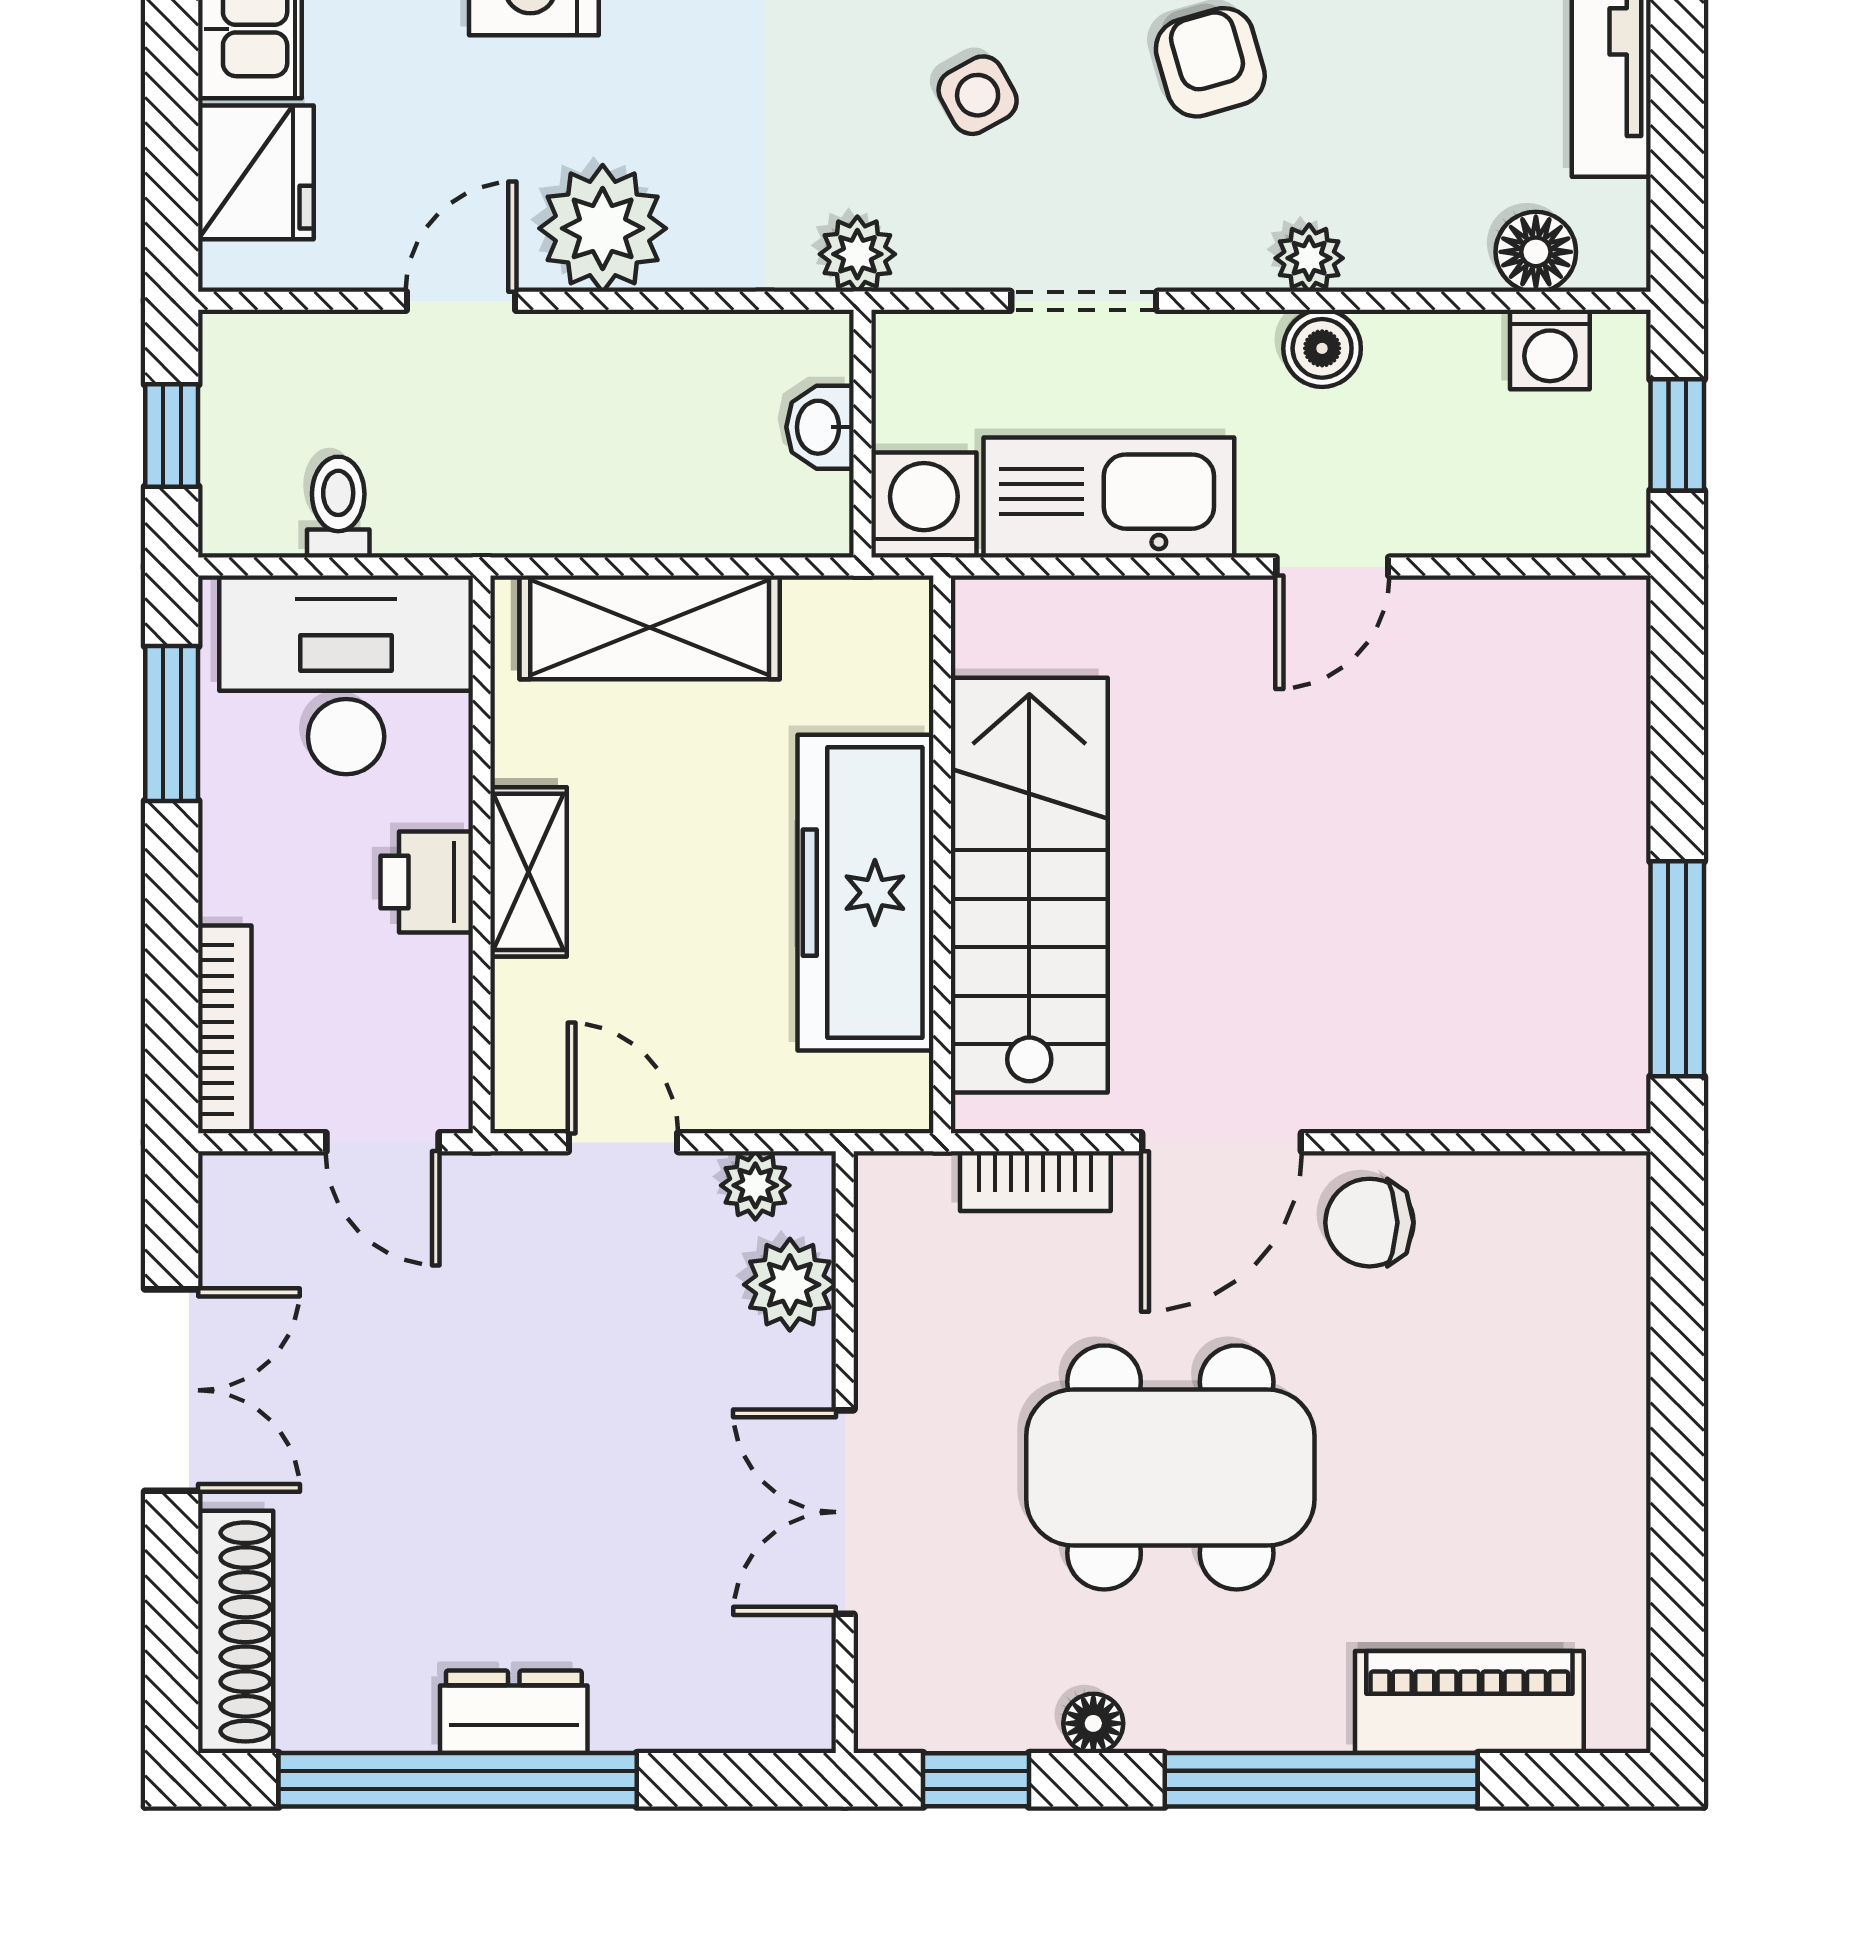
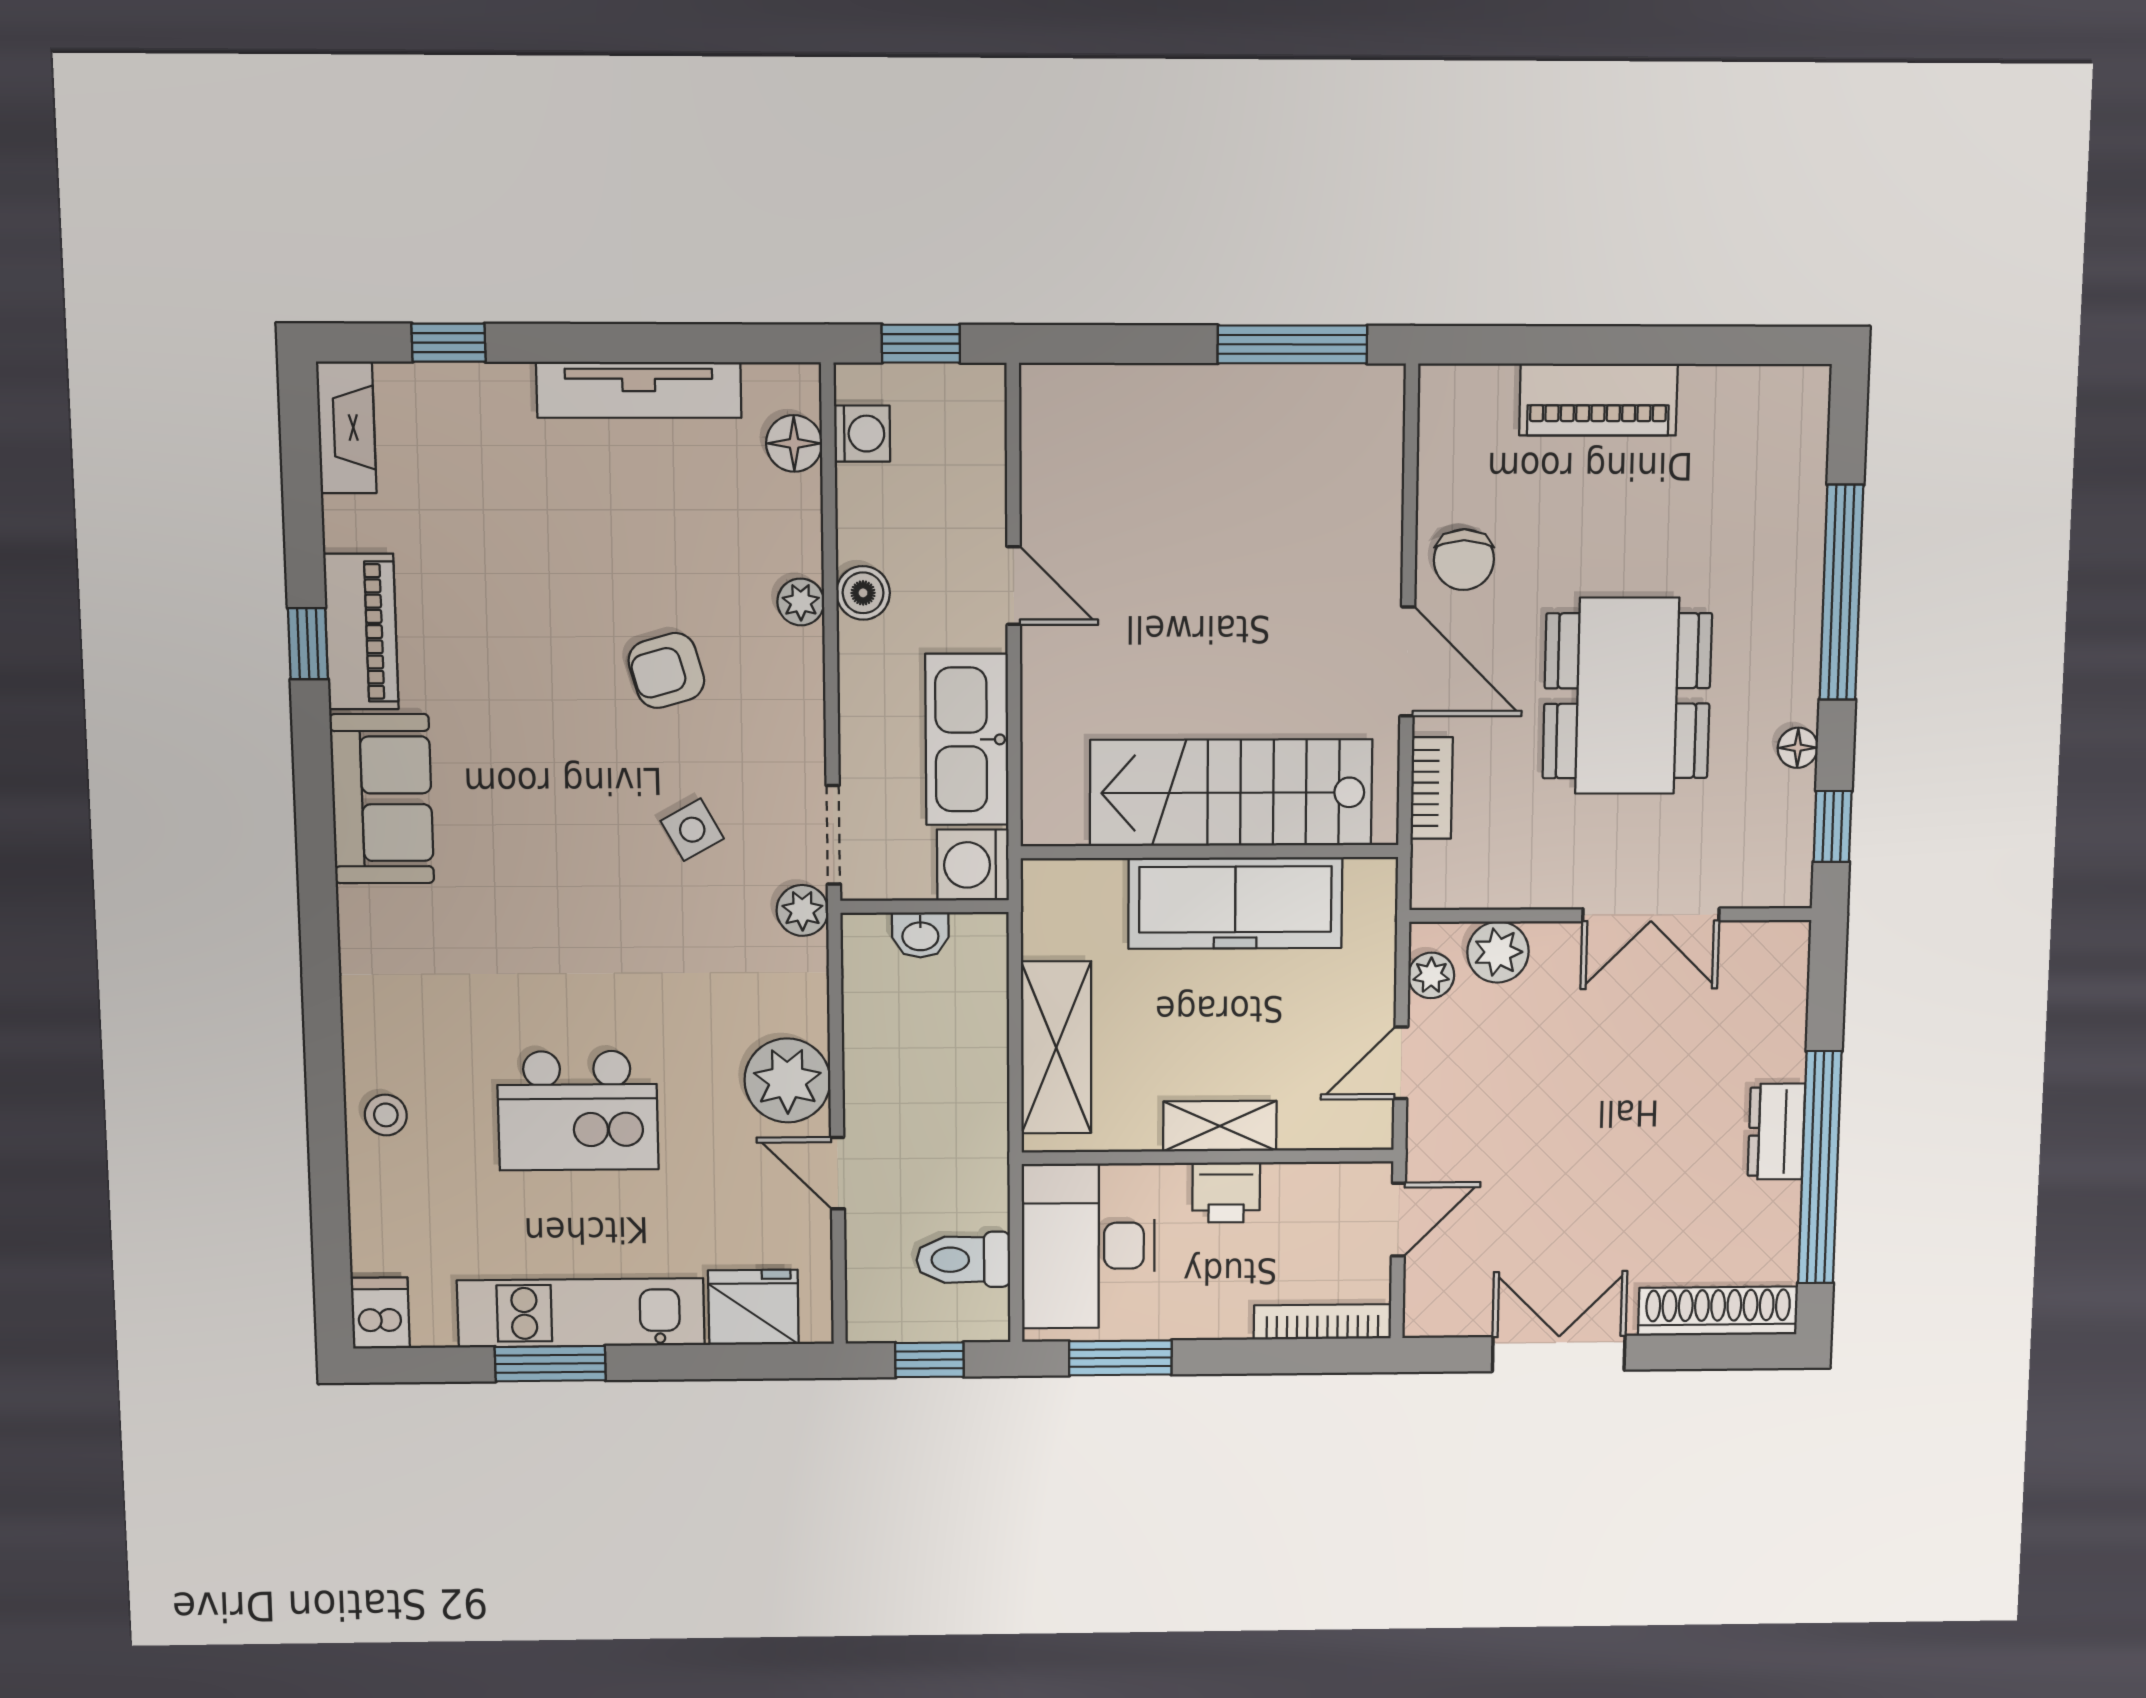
doorway: (1084, 301) -> (833, 835), moved
toilet: (338, 507) -> (963, 1260), width x1.37, depth x1.39
piano: (1469, 1702) -> (1598, 400), moved, turned -90

